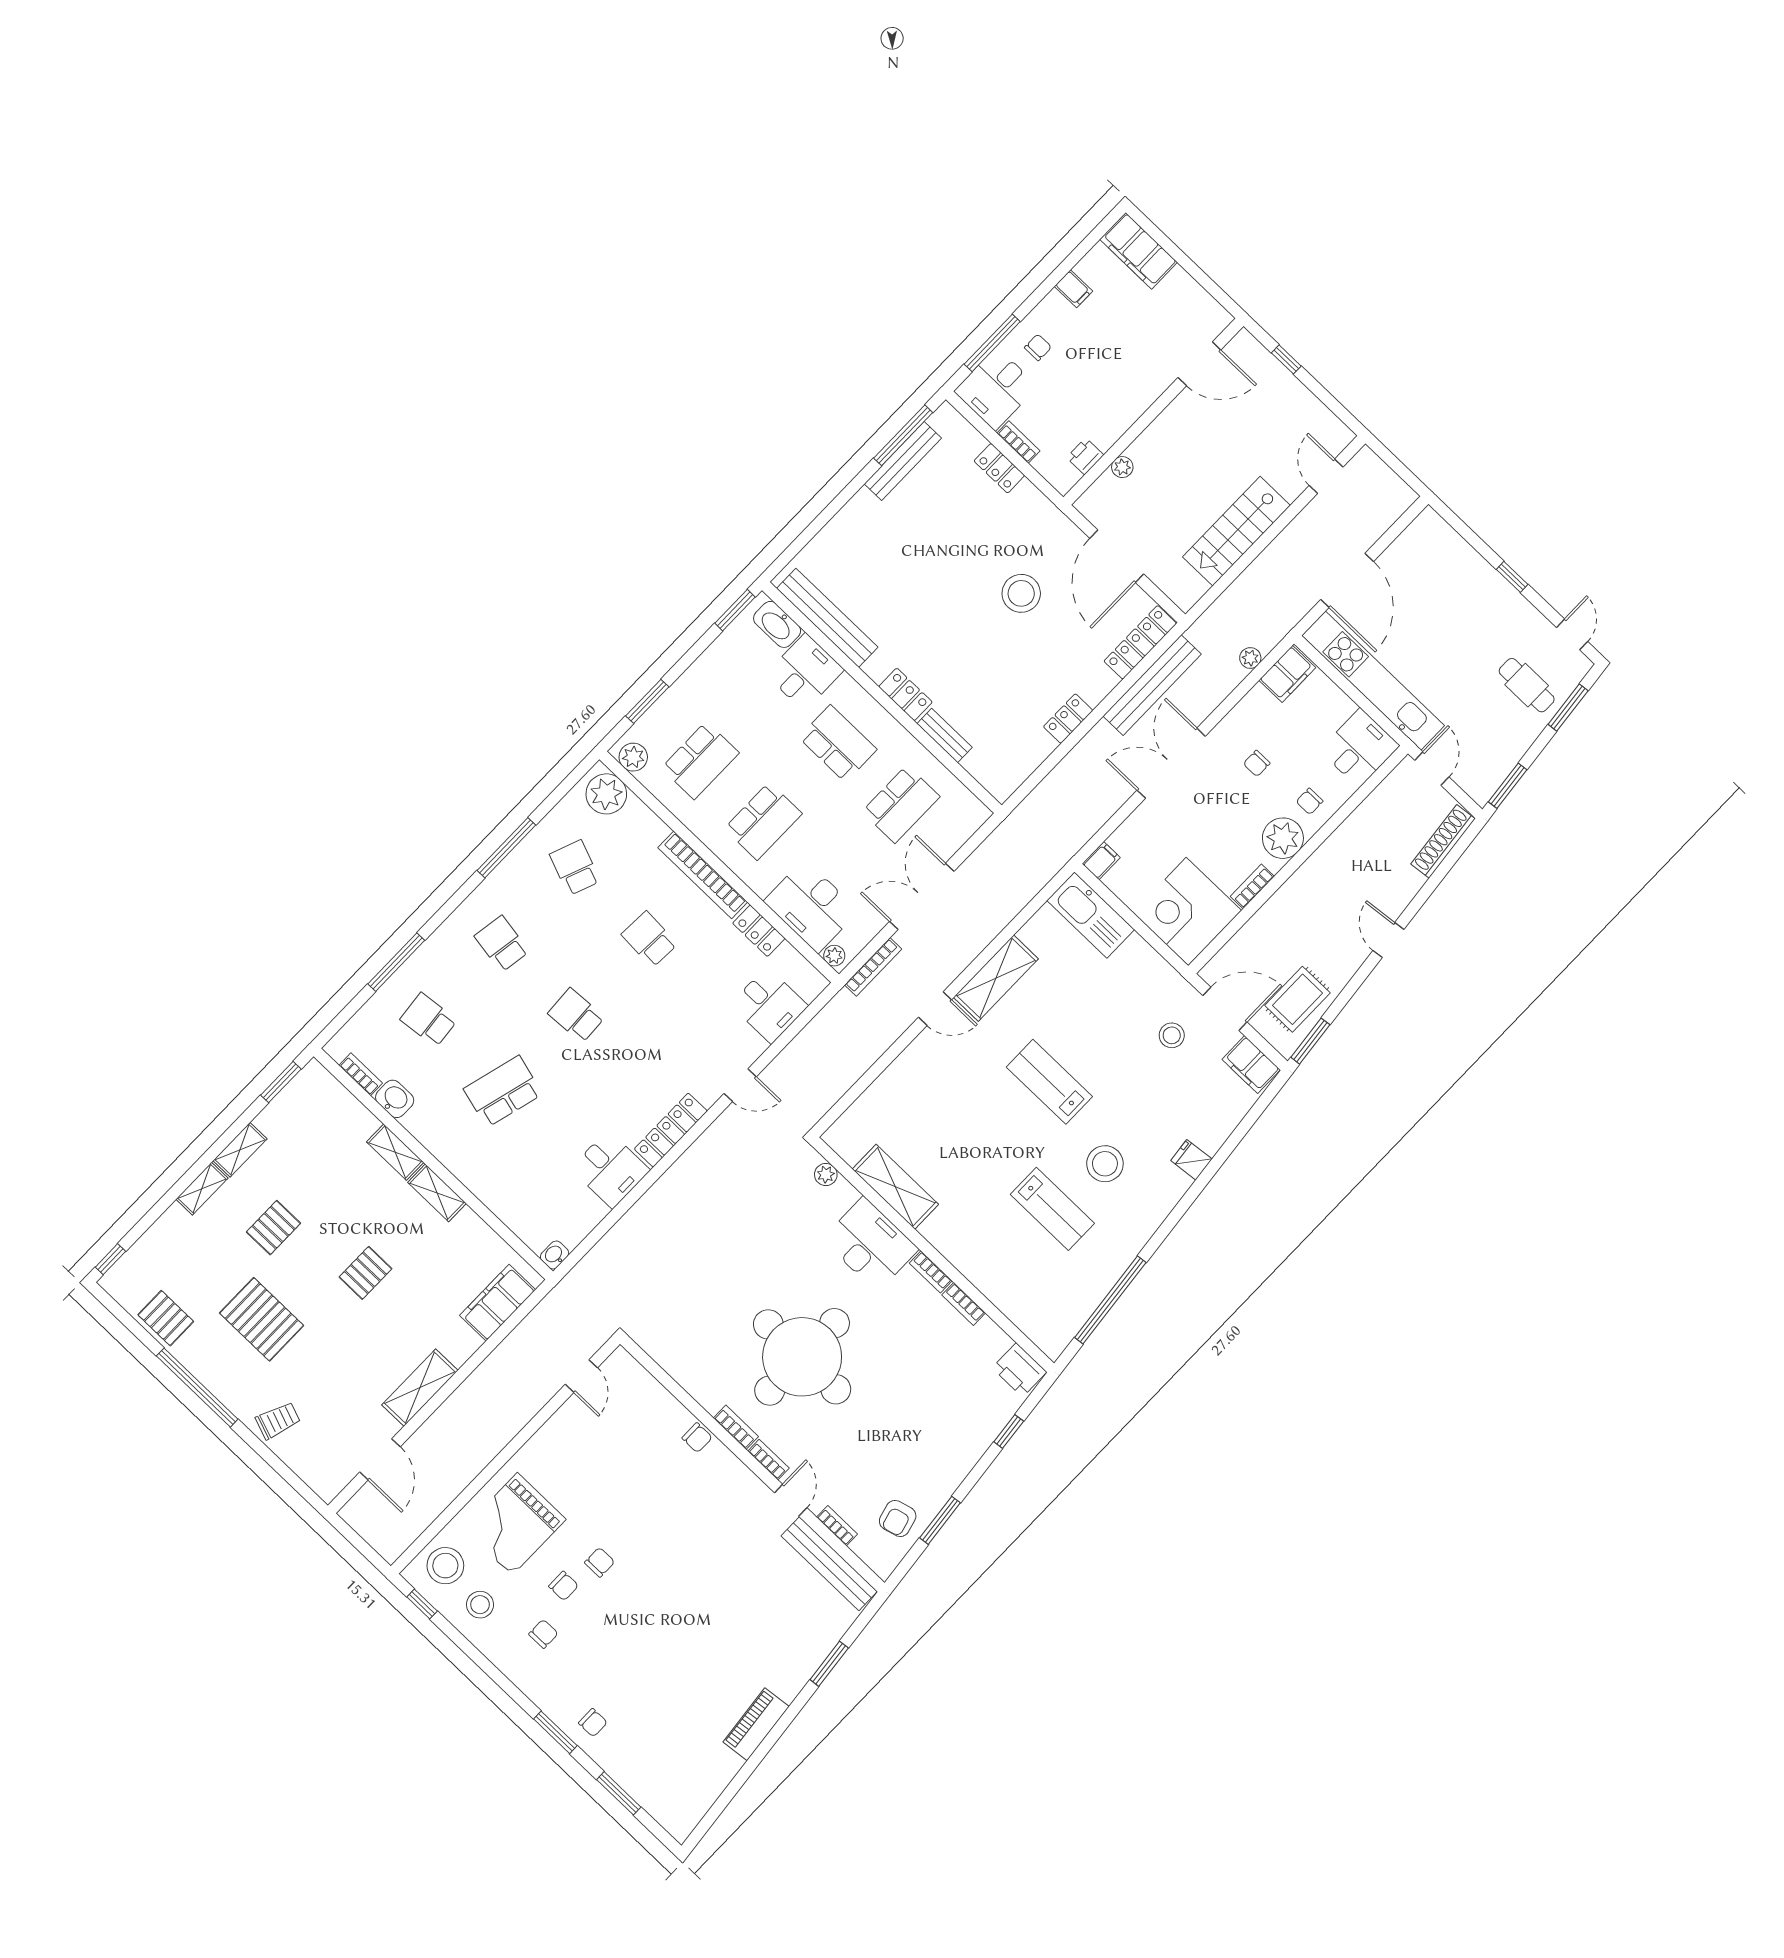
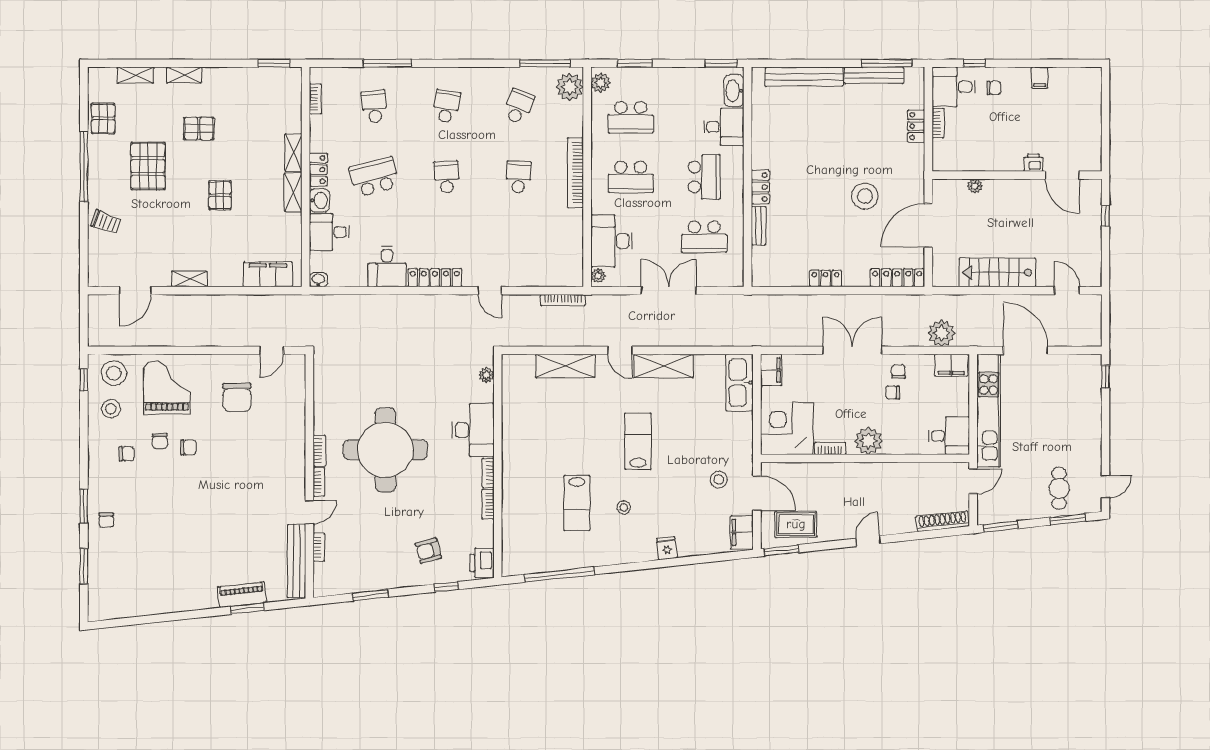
filing cabinet: (1138, 251) -> (1089, 92), removed
window: (992, 343) -> (974, 63), width x0.46
printer: (1085, 456) -> (1033, 163), moved
door: (1326, 476) -> (1067, 291), hinge flipped
window: (1512, 577) -> (1106, 377), moved
door: (1347, 580) -> (1026, 350), swing flipped
bench: (827, 618) -> (804, 77), moved, turned 90
plant: (1250, 658) -> (942, 333), width x1.87, depth x1.87
bench: (1152, 685) -> (882, 304), removed
chair: (1310, 801) -> (898, 372), moved, turned 90
window: (506, 848) -> (545, 63), moved
filing cabinet: (1101, 861) -> (771, 370), width x2.00
locker: (759, 931) -> (318, 170), moved, turned 180
bookcase: (873, 967) -> (563, 300), moved
desk: (769, 1005) -> (329, 232), moved, turned 90
school desk: (503, 1091) -> (374, 177), turned -30
washbasin: (395, 1099) -> (319, 200), moved
shelving: (240, 1150) -> (135, 75), moved
stool: (1105, 1164) -> (624, 507), width x0.53, depth x0.53
shelving: (895, 1187) -> (565, 366), moved, turned 90
window: (110, 1259) -> (106, 63), removed
pallet: (365, 1273) -> (220, 195), turned 90
shelving: (420, 1388) -> (189, 279), width x0.67, depth x0.75
chair: (697, 1438) -> (237, 397), moved, width x1.87, depth x1.87
armchair: (898, 1518) -> (428, 551), moved
grand piano: (515, 1524) -> (167, 388), turned 90
piano: (756, 1724) -> (242, 595), moved

